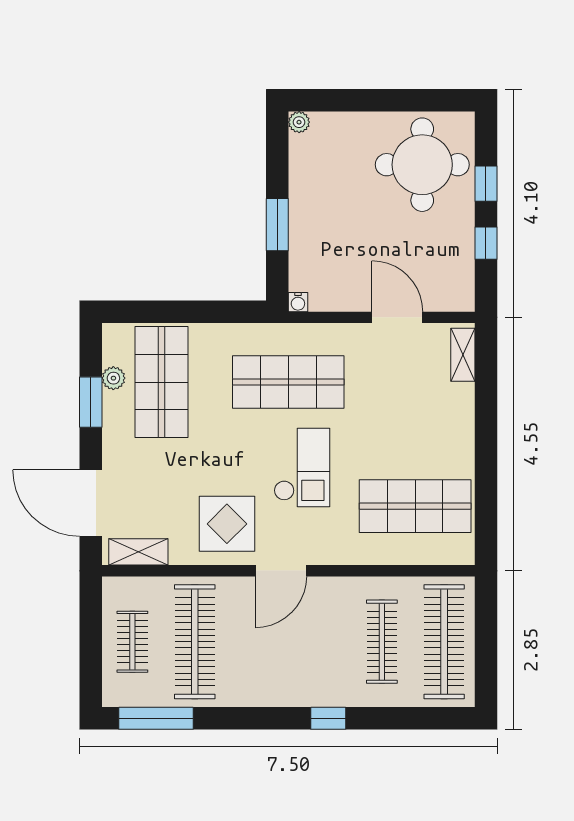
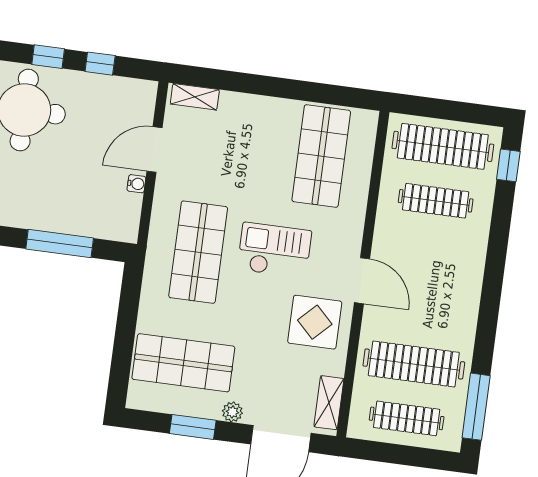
window: (277, 225) -> (60, 244), width x1.44
water cooler: (298, 302) -> (136, 184), moved
plant: (113, 378) -> (232, 412), moved
clothes rail: (132, 642) -> (407, 418), width x1.36
window: (328, 718) -> (508, 165), moved

